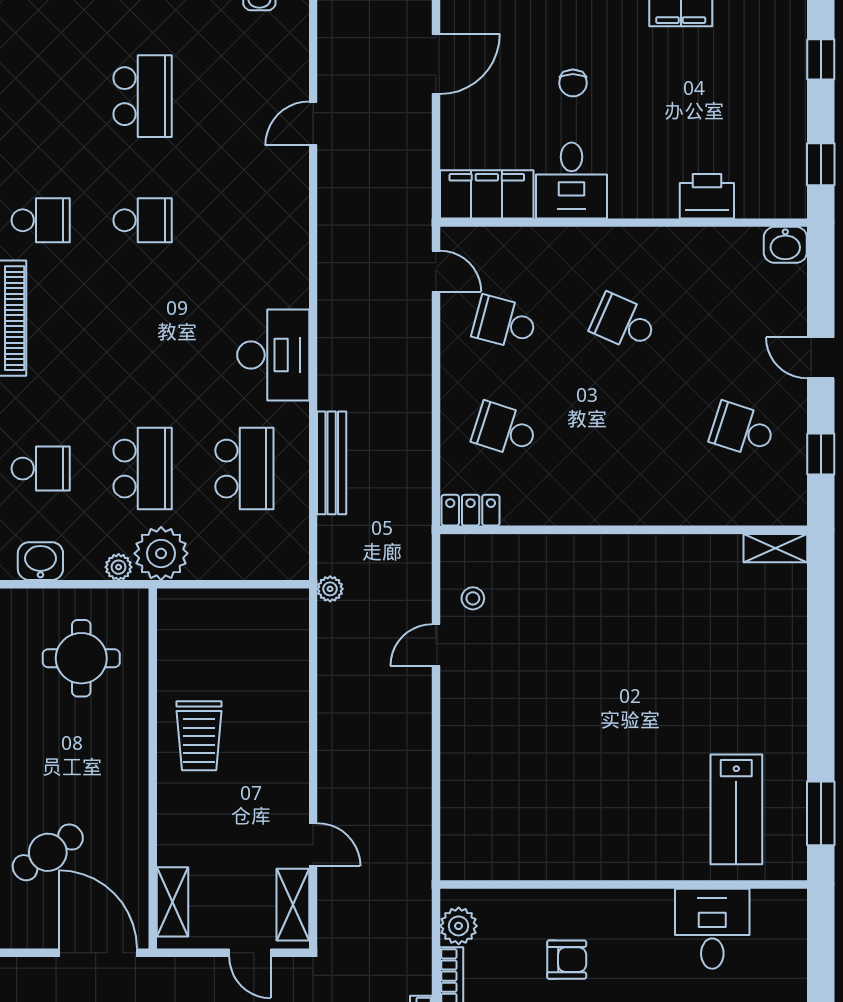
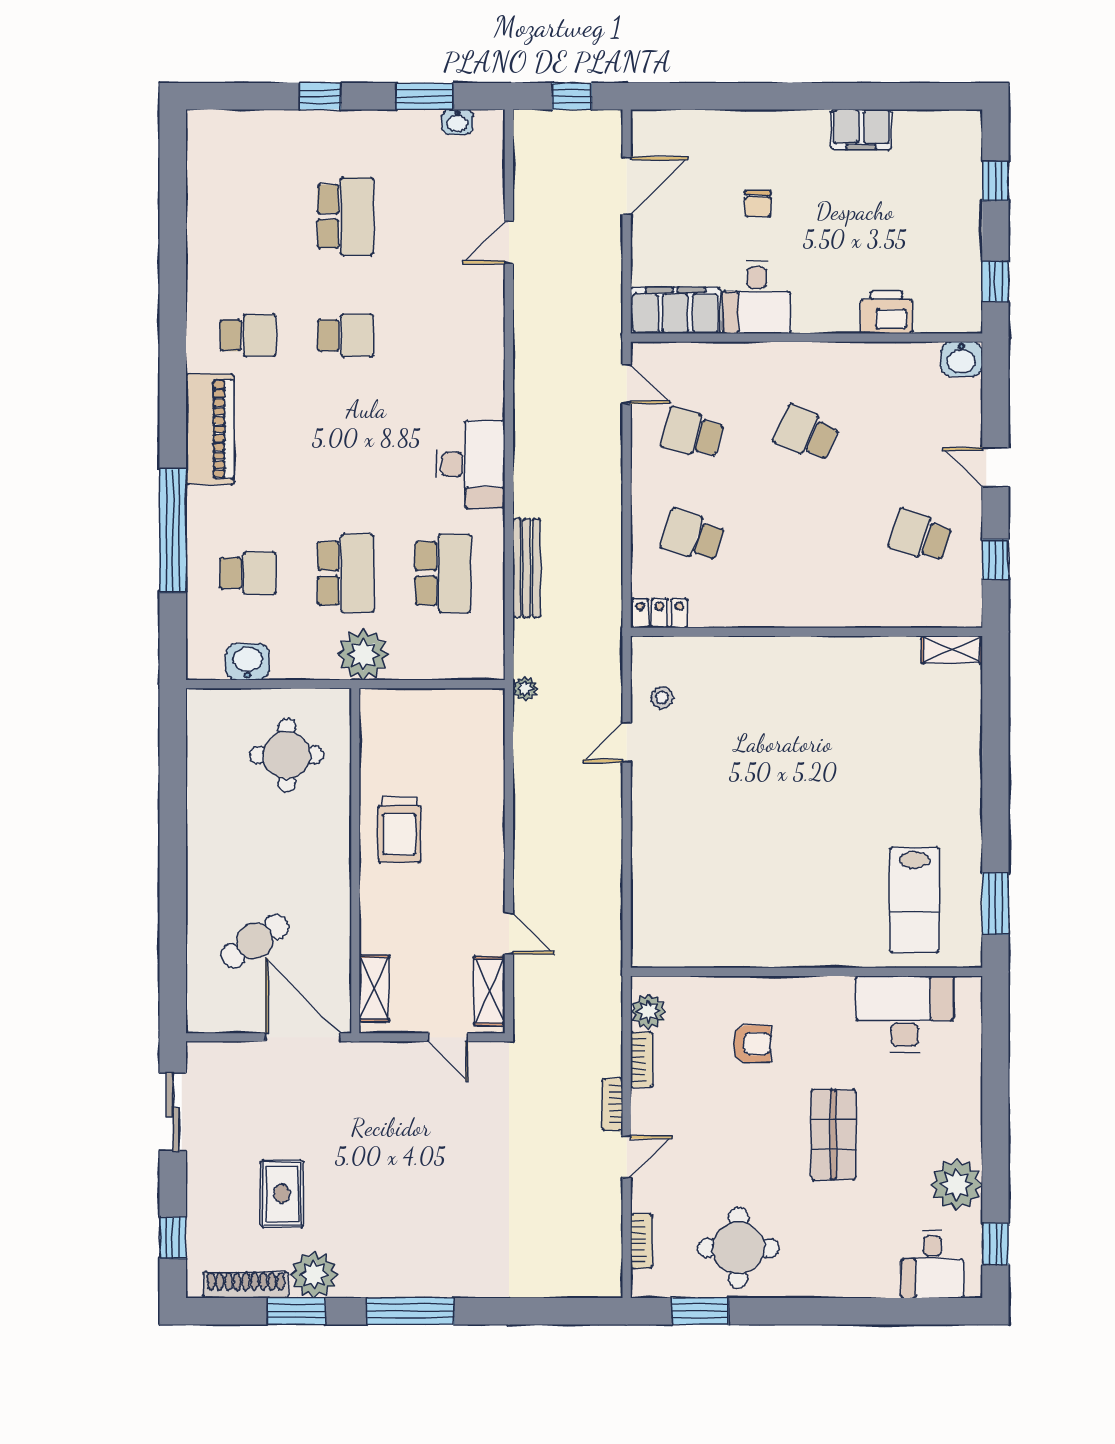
plant: (119, 567) -> (322, 668), removed
desk: (712, 929) -> (905, 1014), width x1.37

